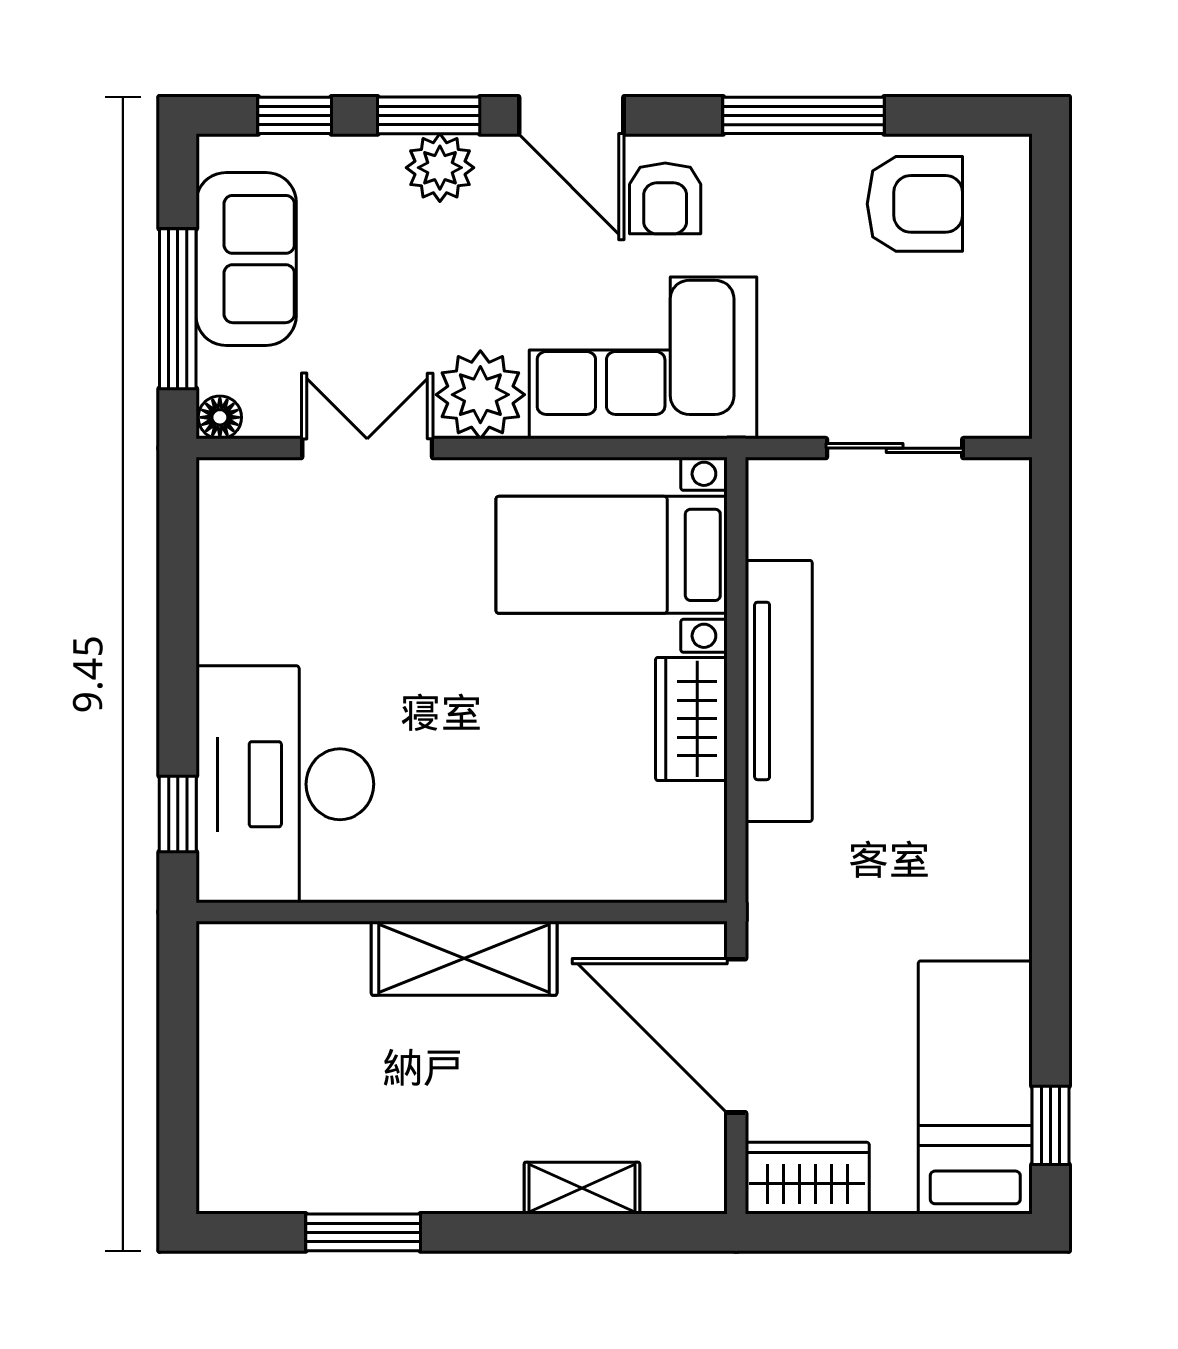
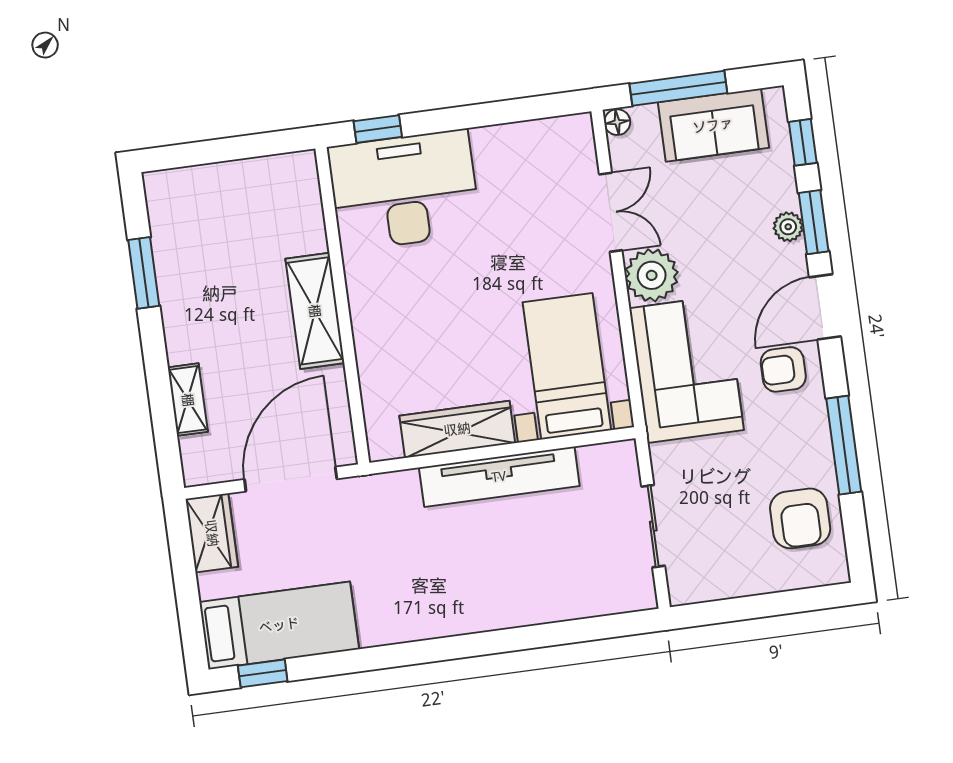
plant: (440, 168) -> (788, 227), width x0.73, depth x0.73
wardrobe: (691, 719) -> (457, 429), width x1.50

